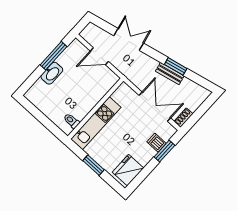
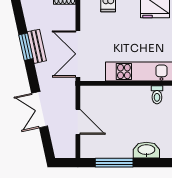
washbasin: (52, 73) -> (146, 150), moved
double door: (155, 107) -> (78, 54), moved

